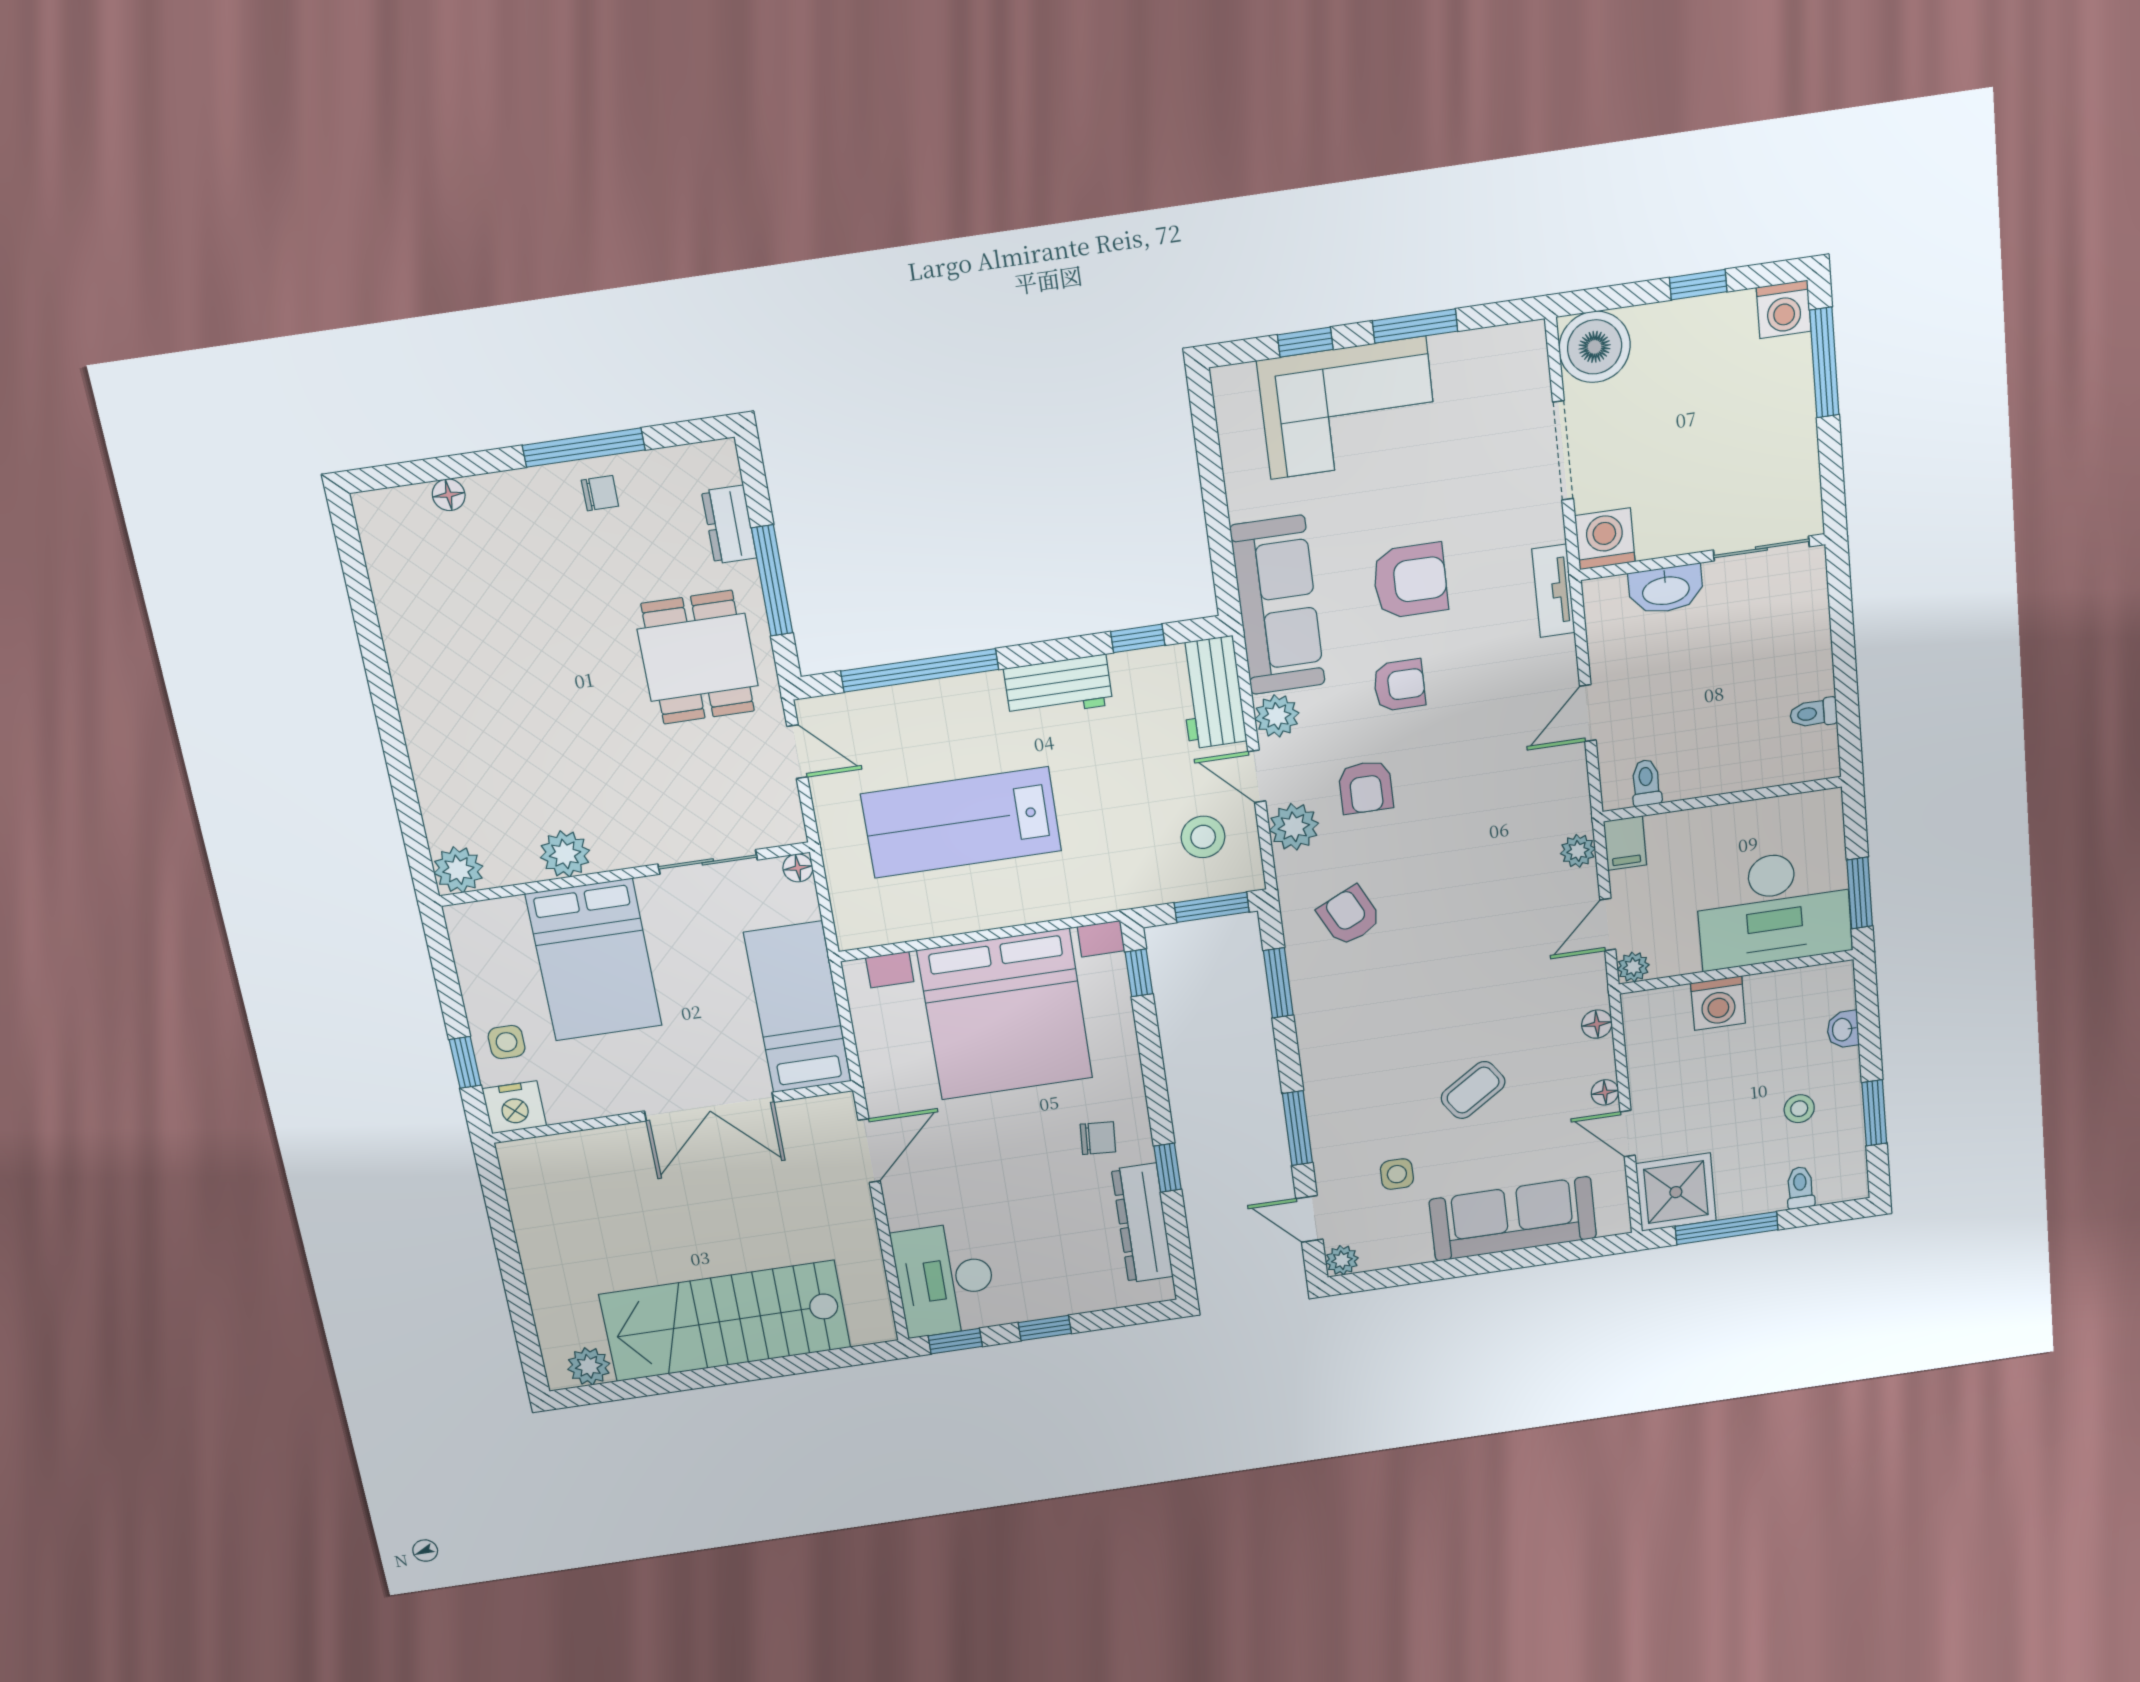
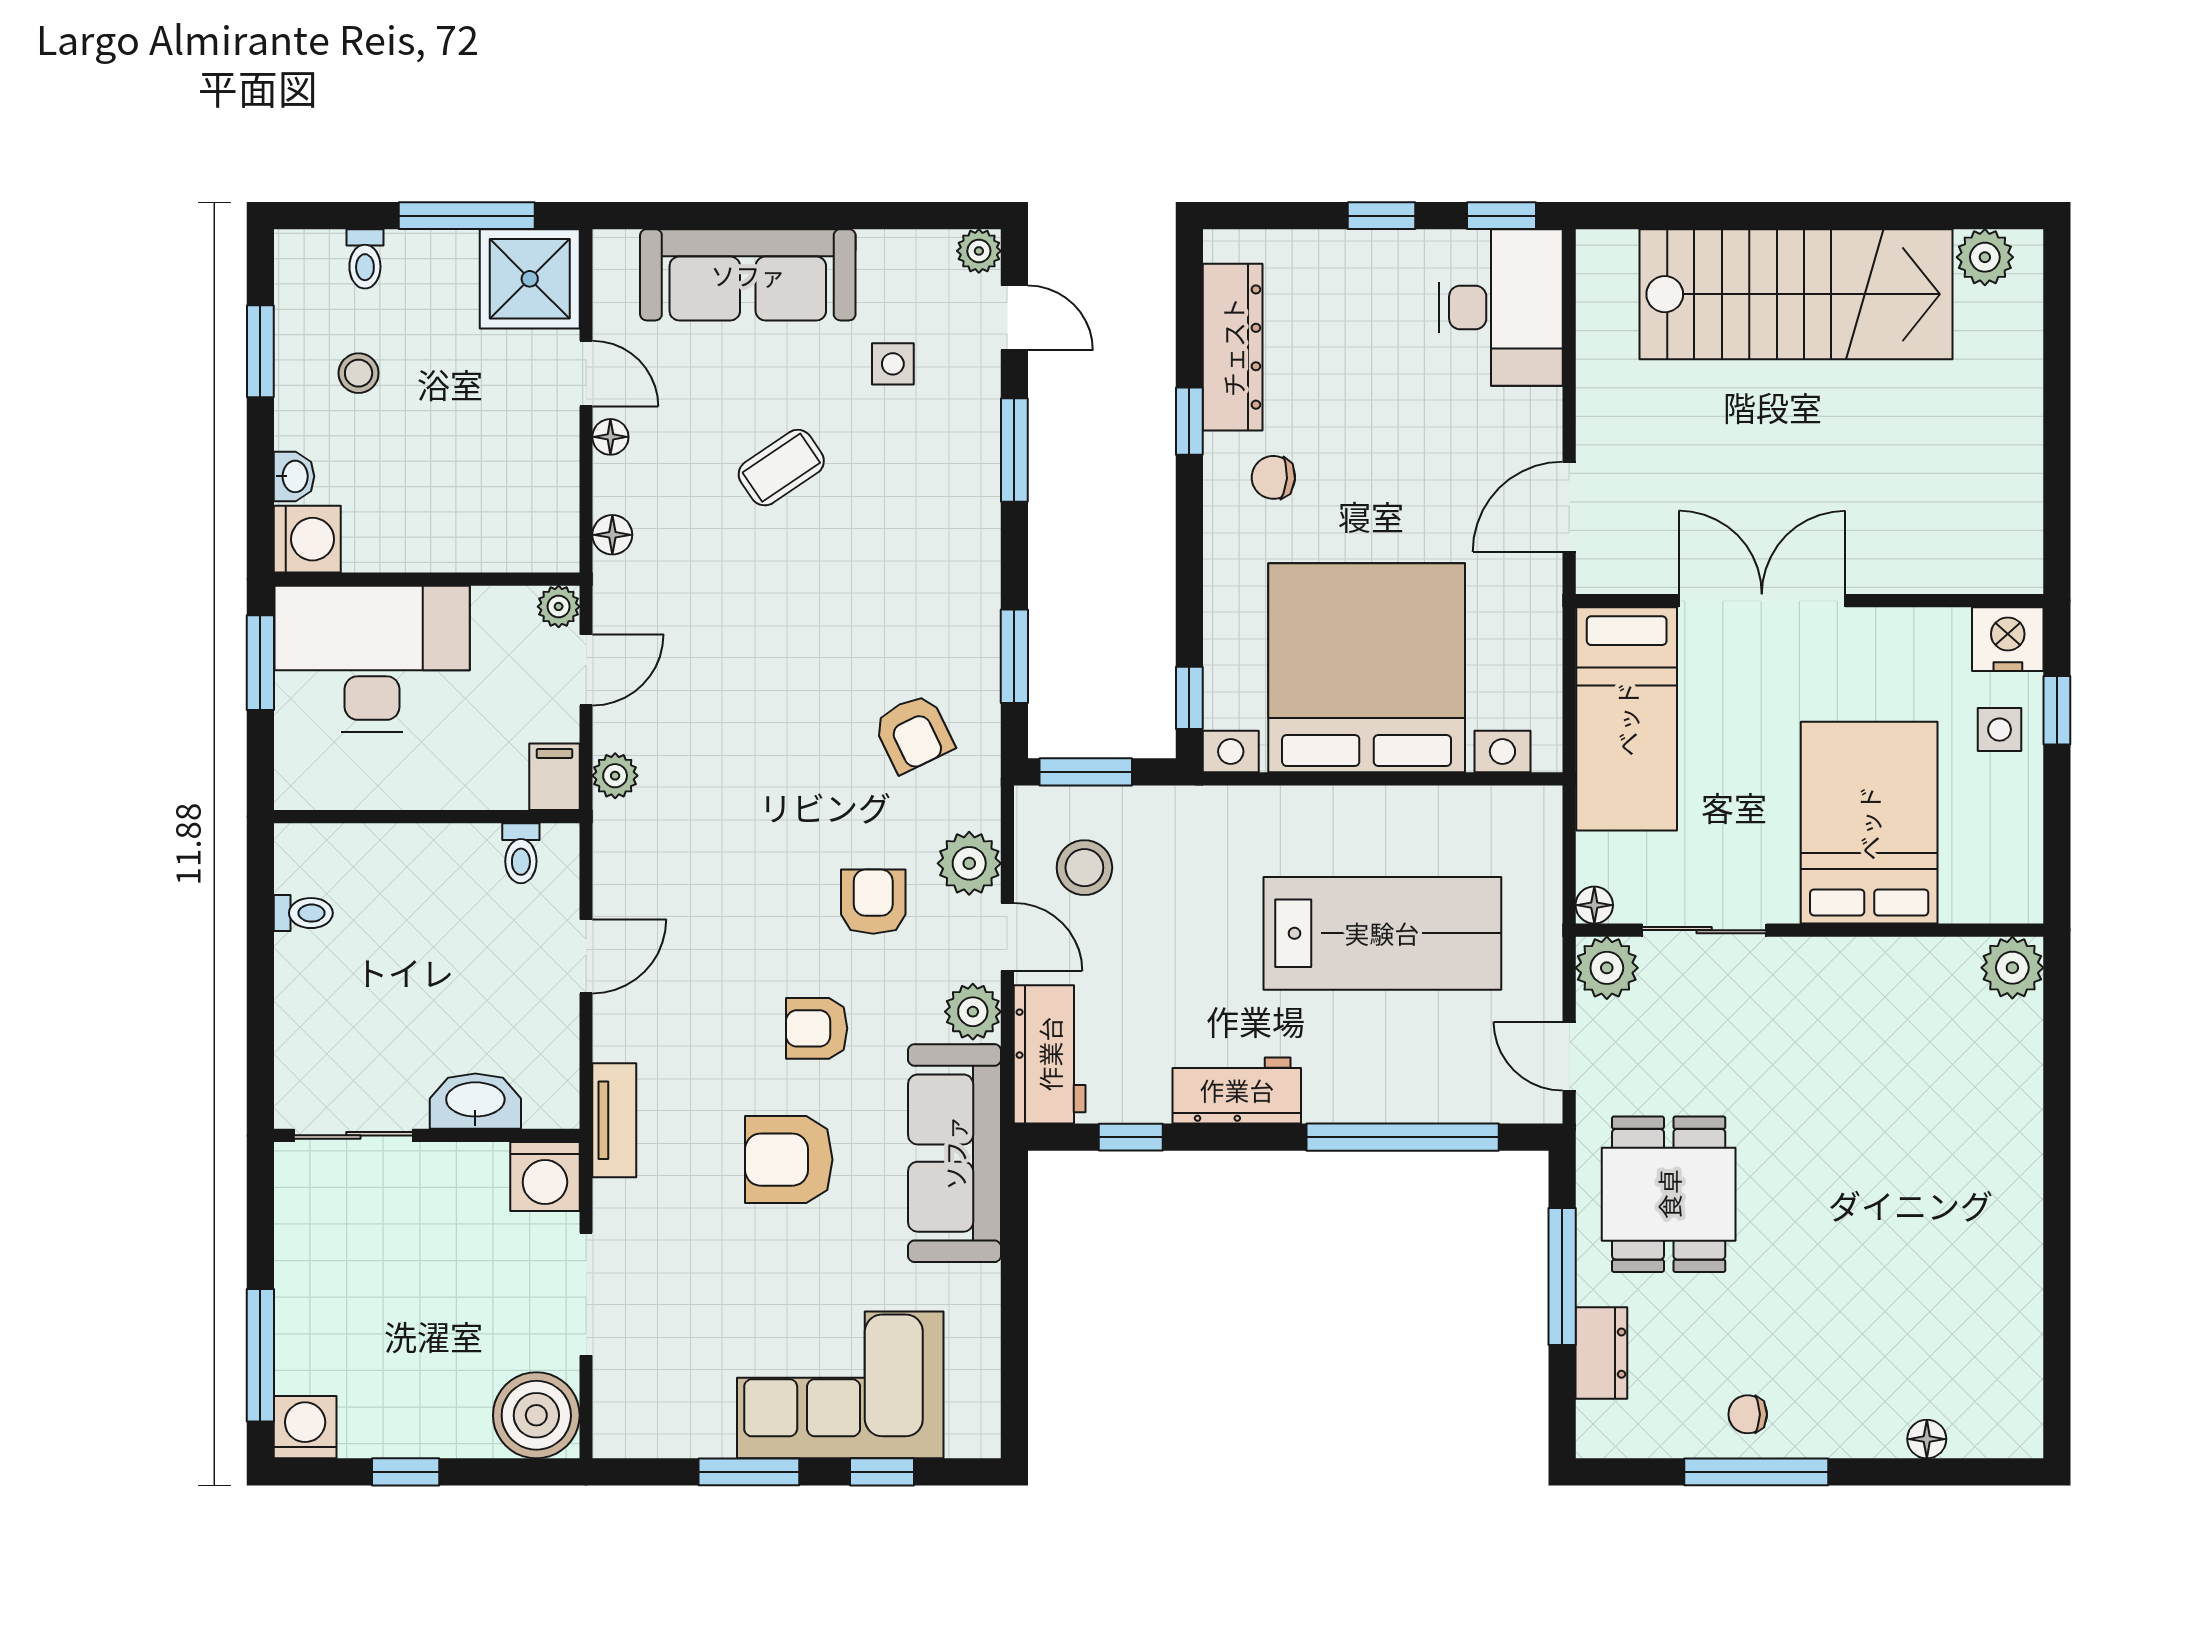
plant: (565, 854) -> (1607, 968), moved
washing machine: (1718, 1003) -> (307, 539), moved, turned 90

